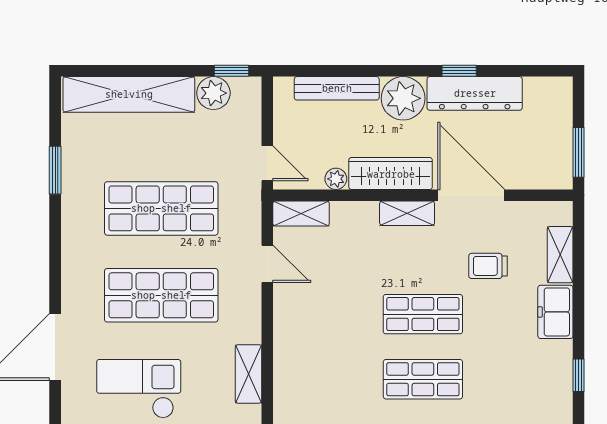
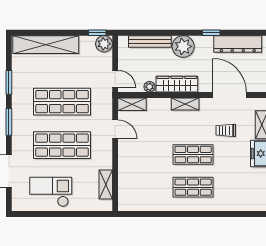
plant: (213, 93) -> (104, 44), moved
dresser: (475, 93) -> (238, 44), moved
door: (471, 195) -> (230, 95), moved
window: (55, 249) -> (9, 122), added

